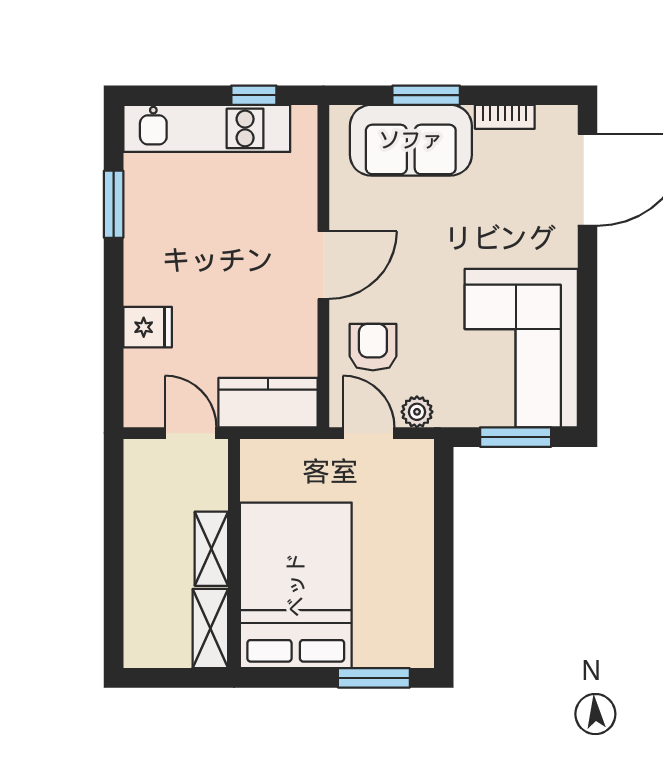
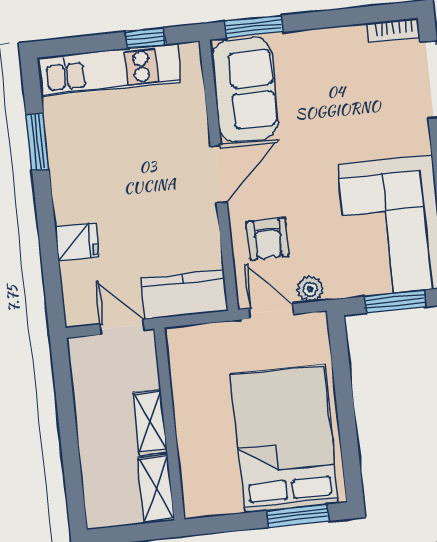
window: (426, 95) -> (254, 27), moved
bookcase: (505, 117) -> (394, 30), moved
sofa: (411, 140) -> (245, 90), moved, turned -90
armchair: (373, 347) -> (268, 239), turned 180
bed: (296, 585) -> (285, 439), moved

